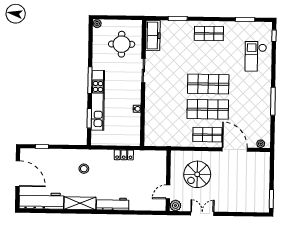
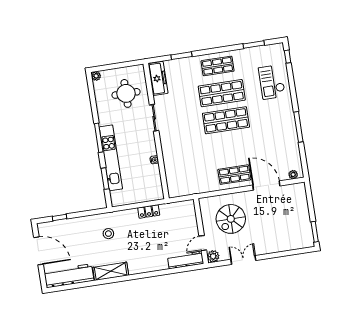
shop shelf: (208, 109) -> (222, 93), moved
workbench: (113, 204) -> (186, 260), moved

